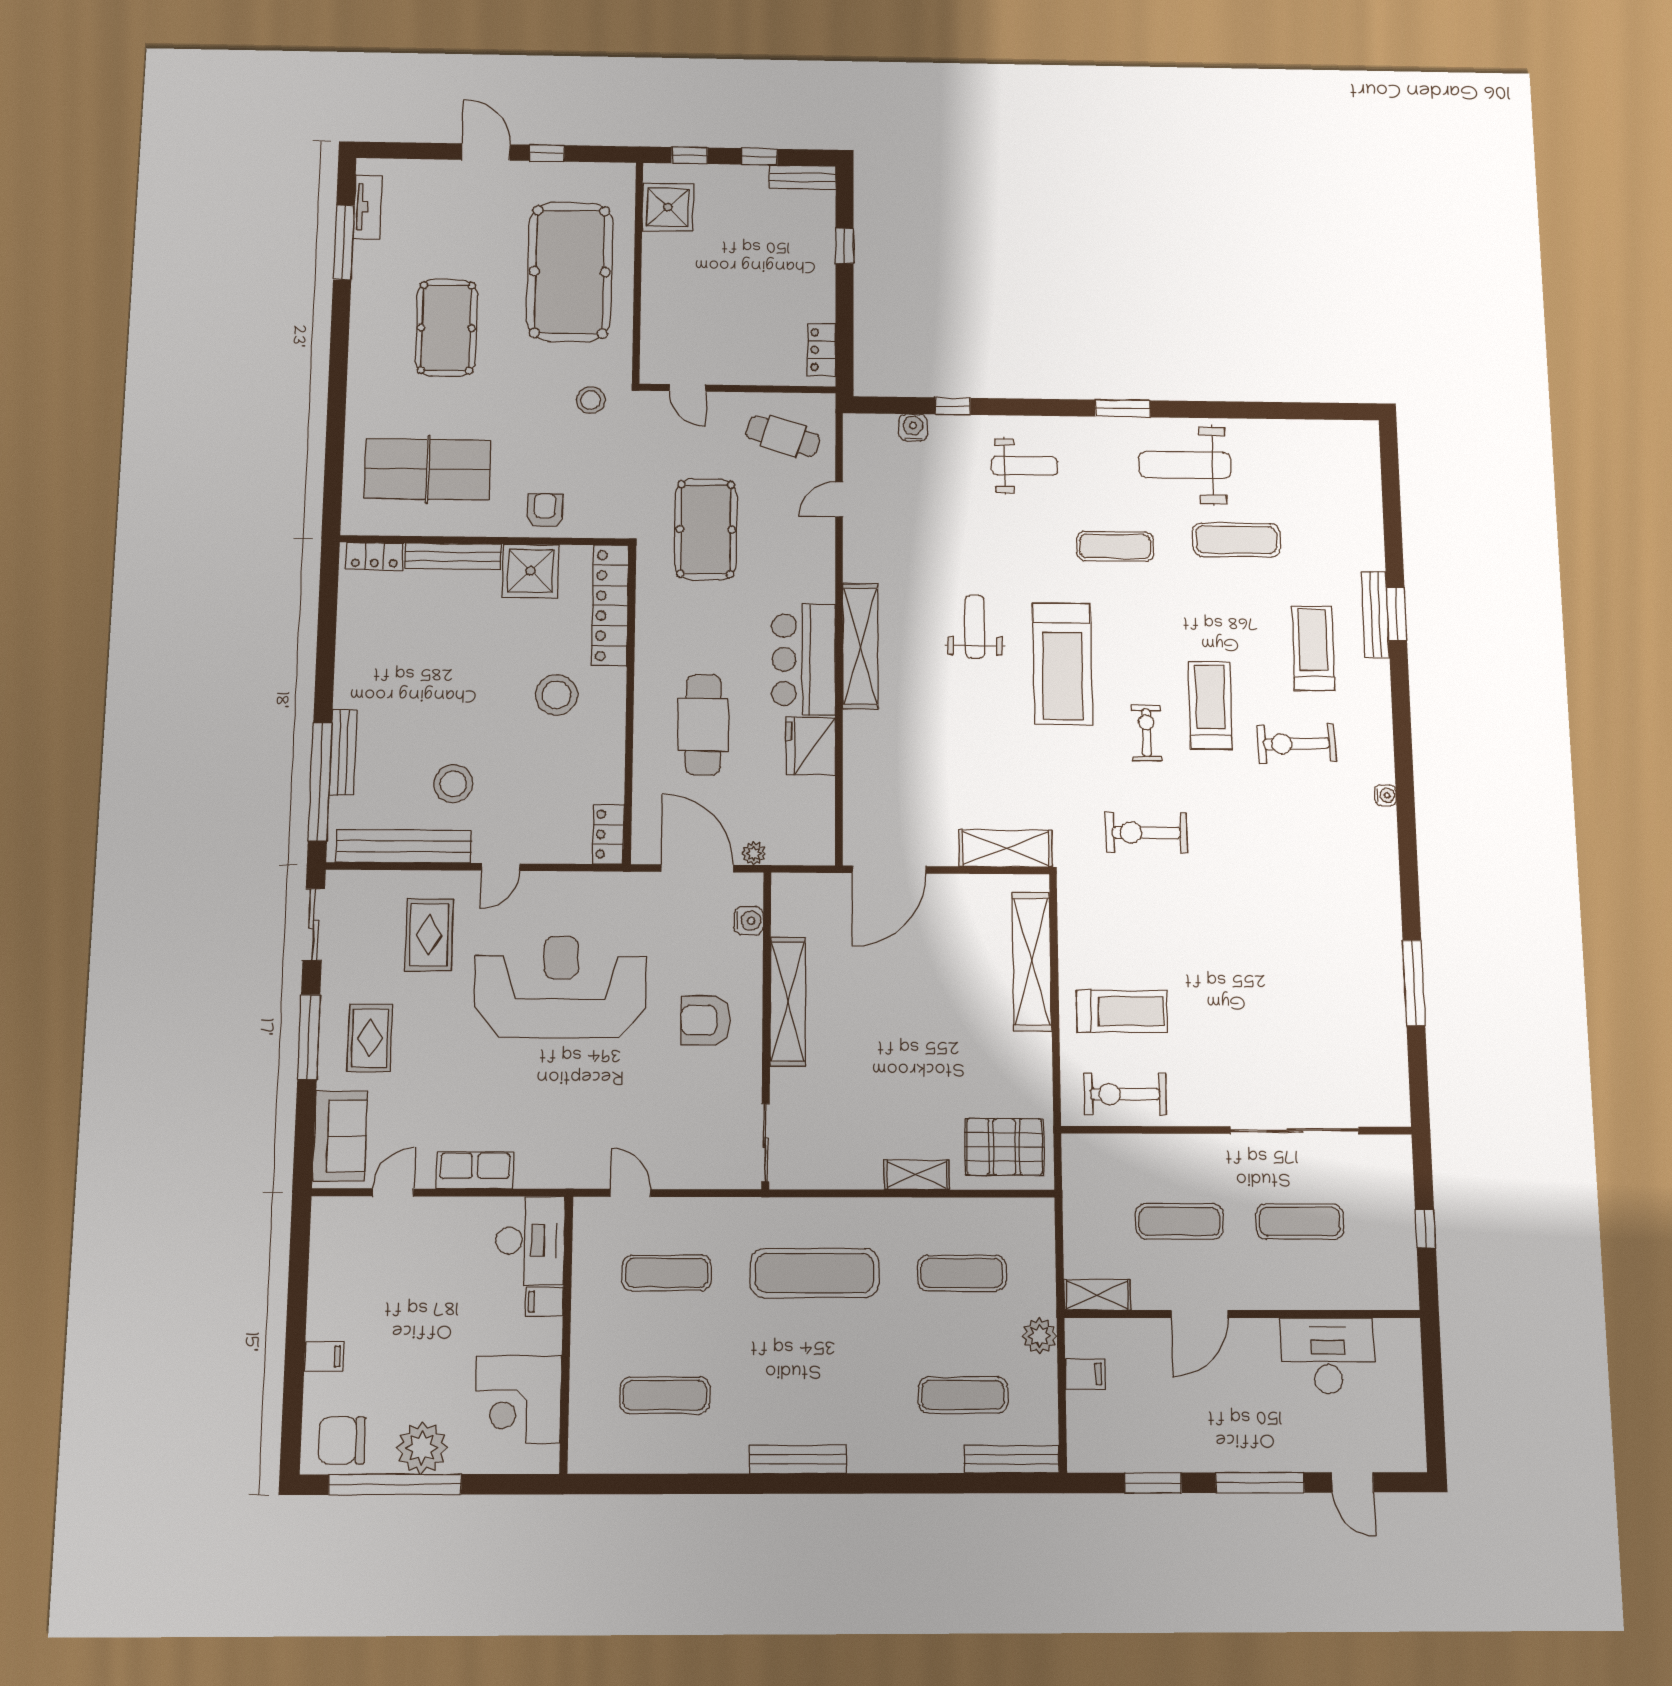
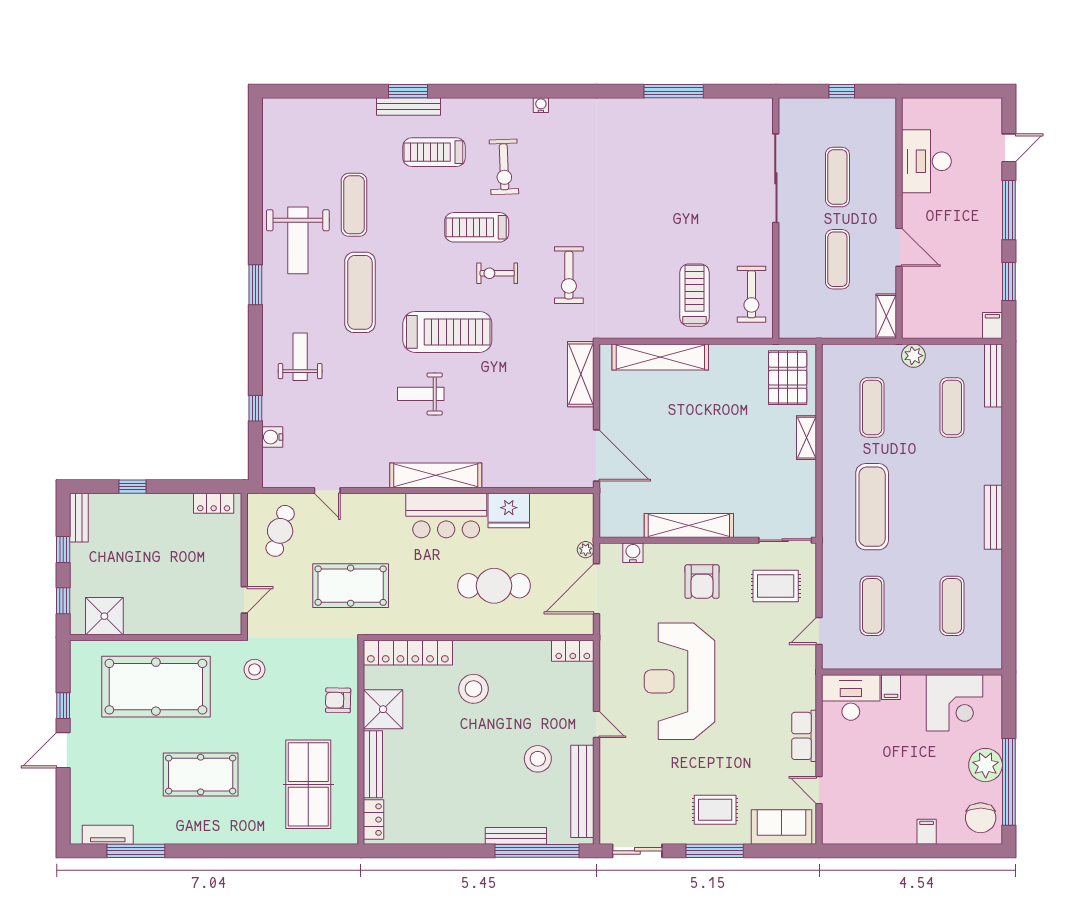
exercise mat: (1115, 546) -> (360, 292), width x1.36, depth x1.45
rug: (429, 935) -> (776, 586), moved
filing cabinet: (1085, 1374) -> (992, 326), moved

